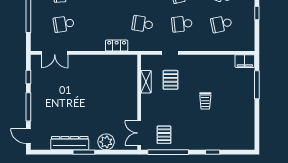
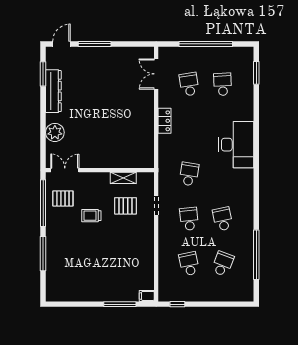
window: (257, 13) -> (177, 304), moved
locker: (117, 46) -> (165, 121), moved
filing cabinet: (245, 61) -> (147, 296), width x0.50
window: (28, 77) -> (129, 44), removed
trolley: (205, 101) -> (91, 216), moved
window: (84, 152) -> (43, 74), moved
window: (213, 152) -> (43, 254), width x2.17

